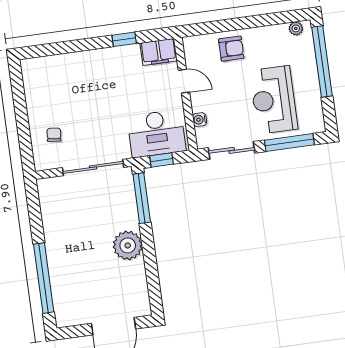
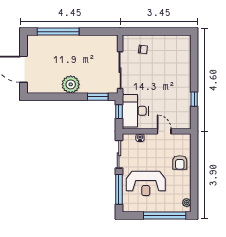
filing cabinet: (159, 52) -> (184, 119), removed
door: (184, 81) -> (164, 131), swing flipped
reception desk: (274, 100) -> (146, 183), turned 180
window: (142, 198) -> (98, 97), width x0.69

